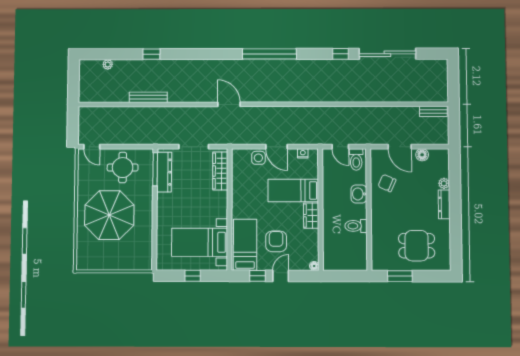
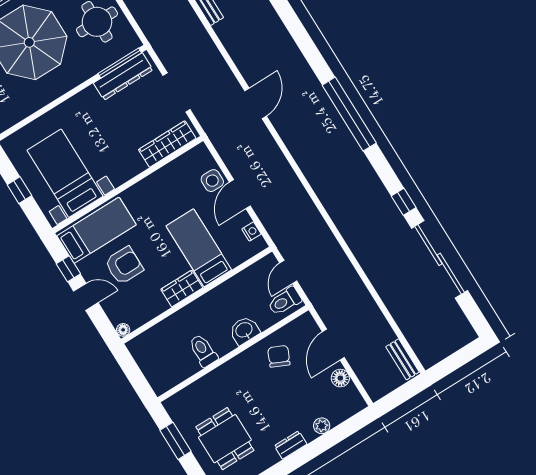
dresser: (444, 204) -> (291, 445), width x0.70

